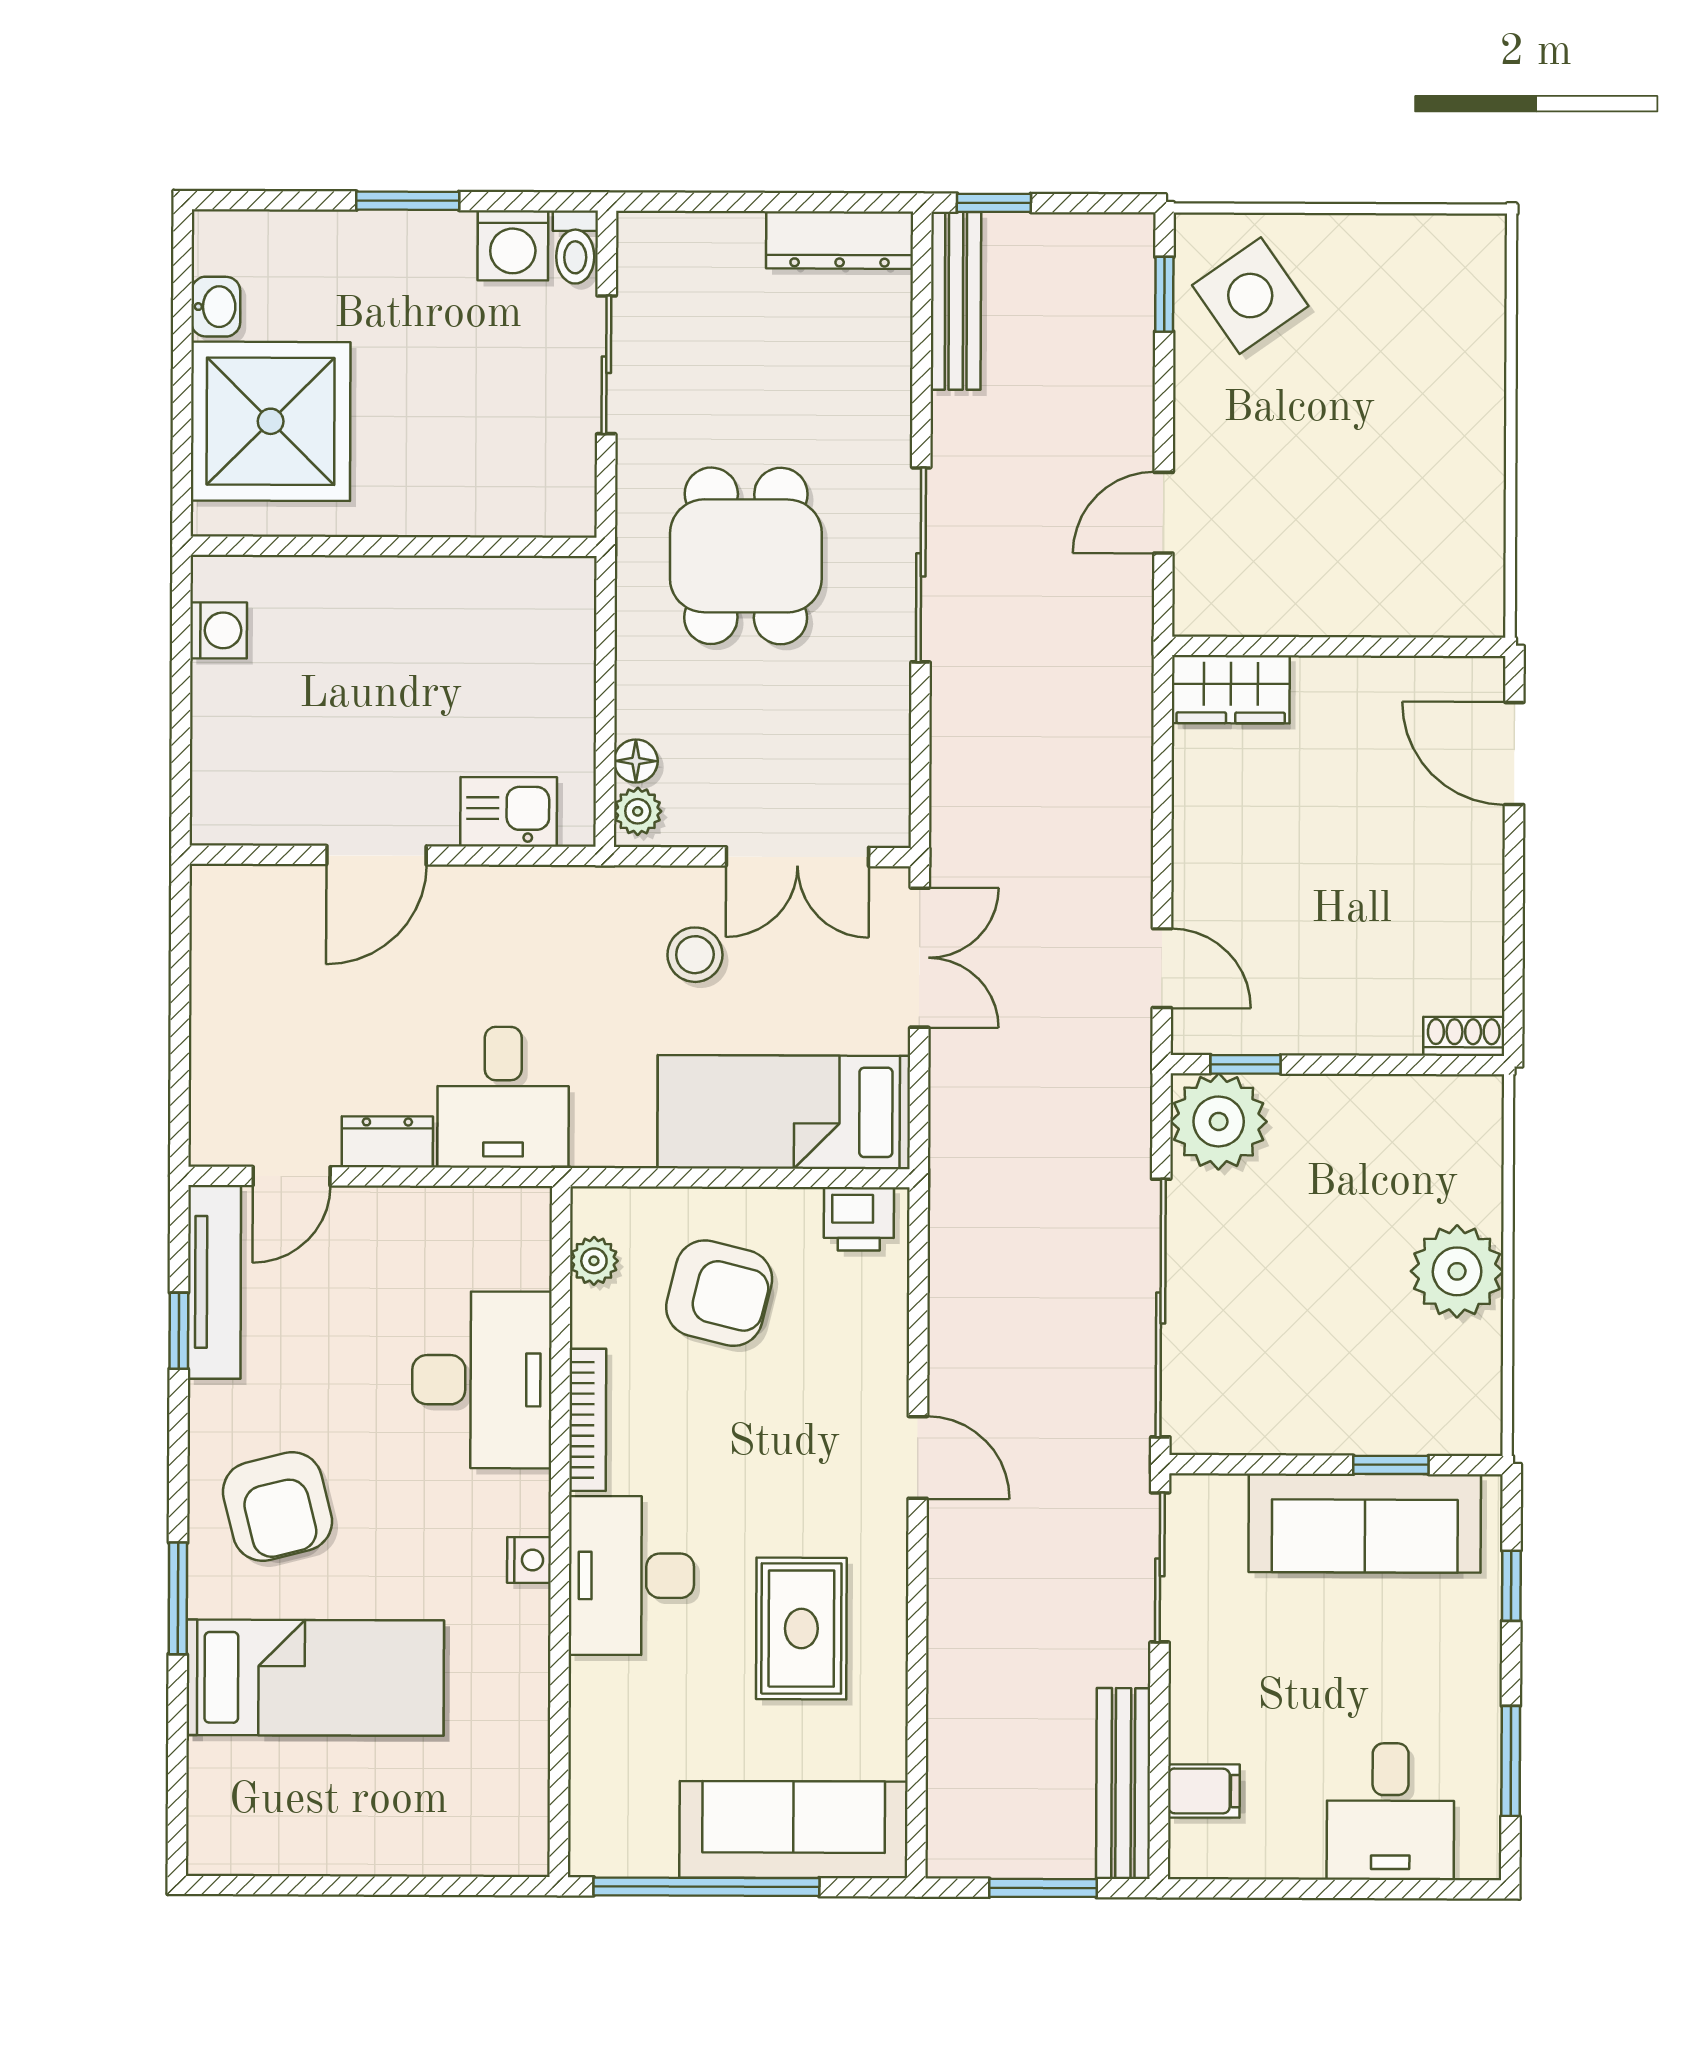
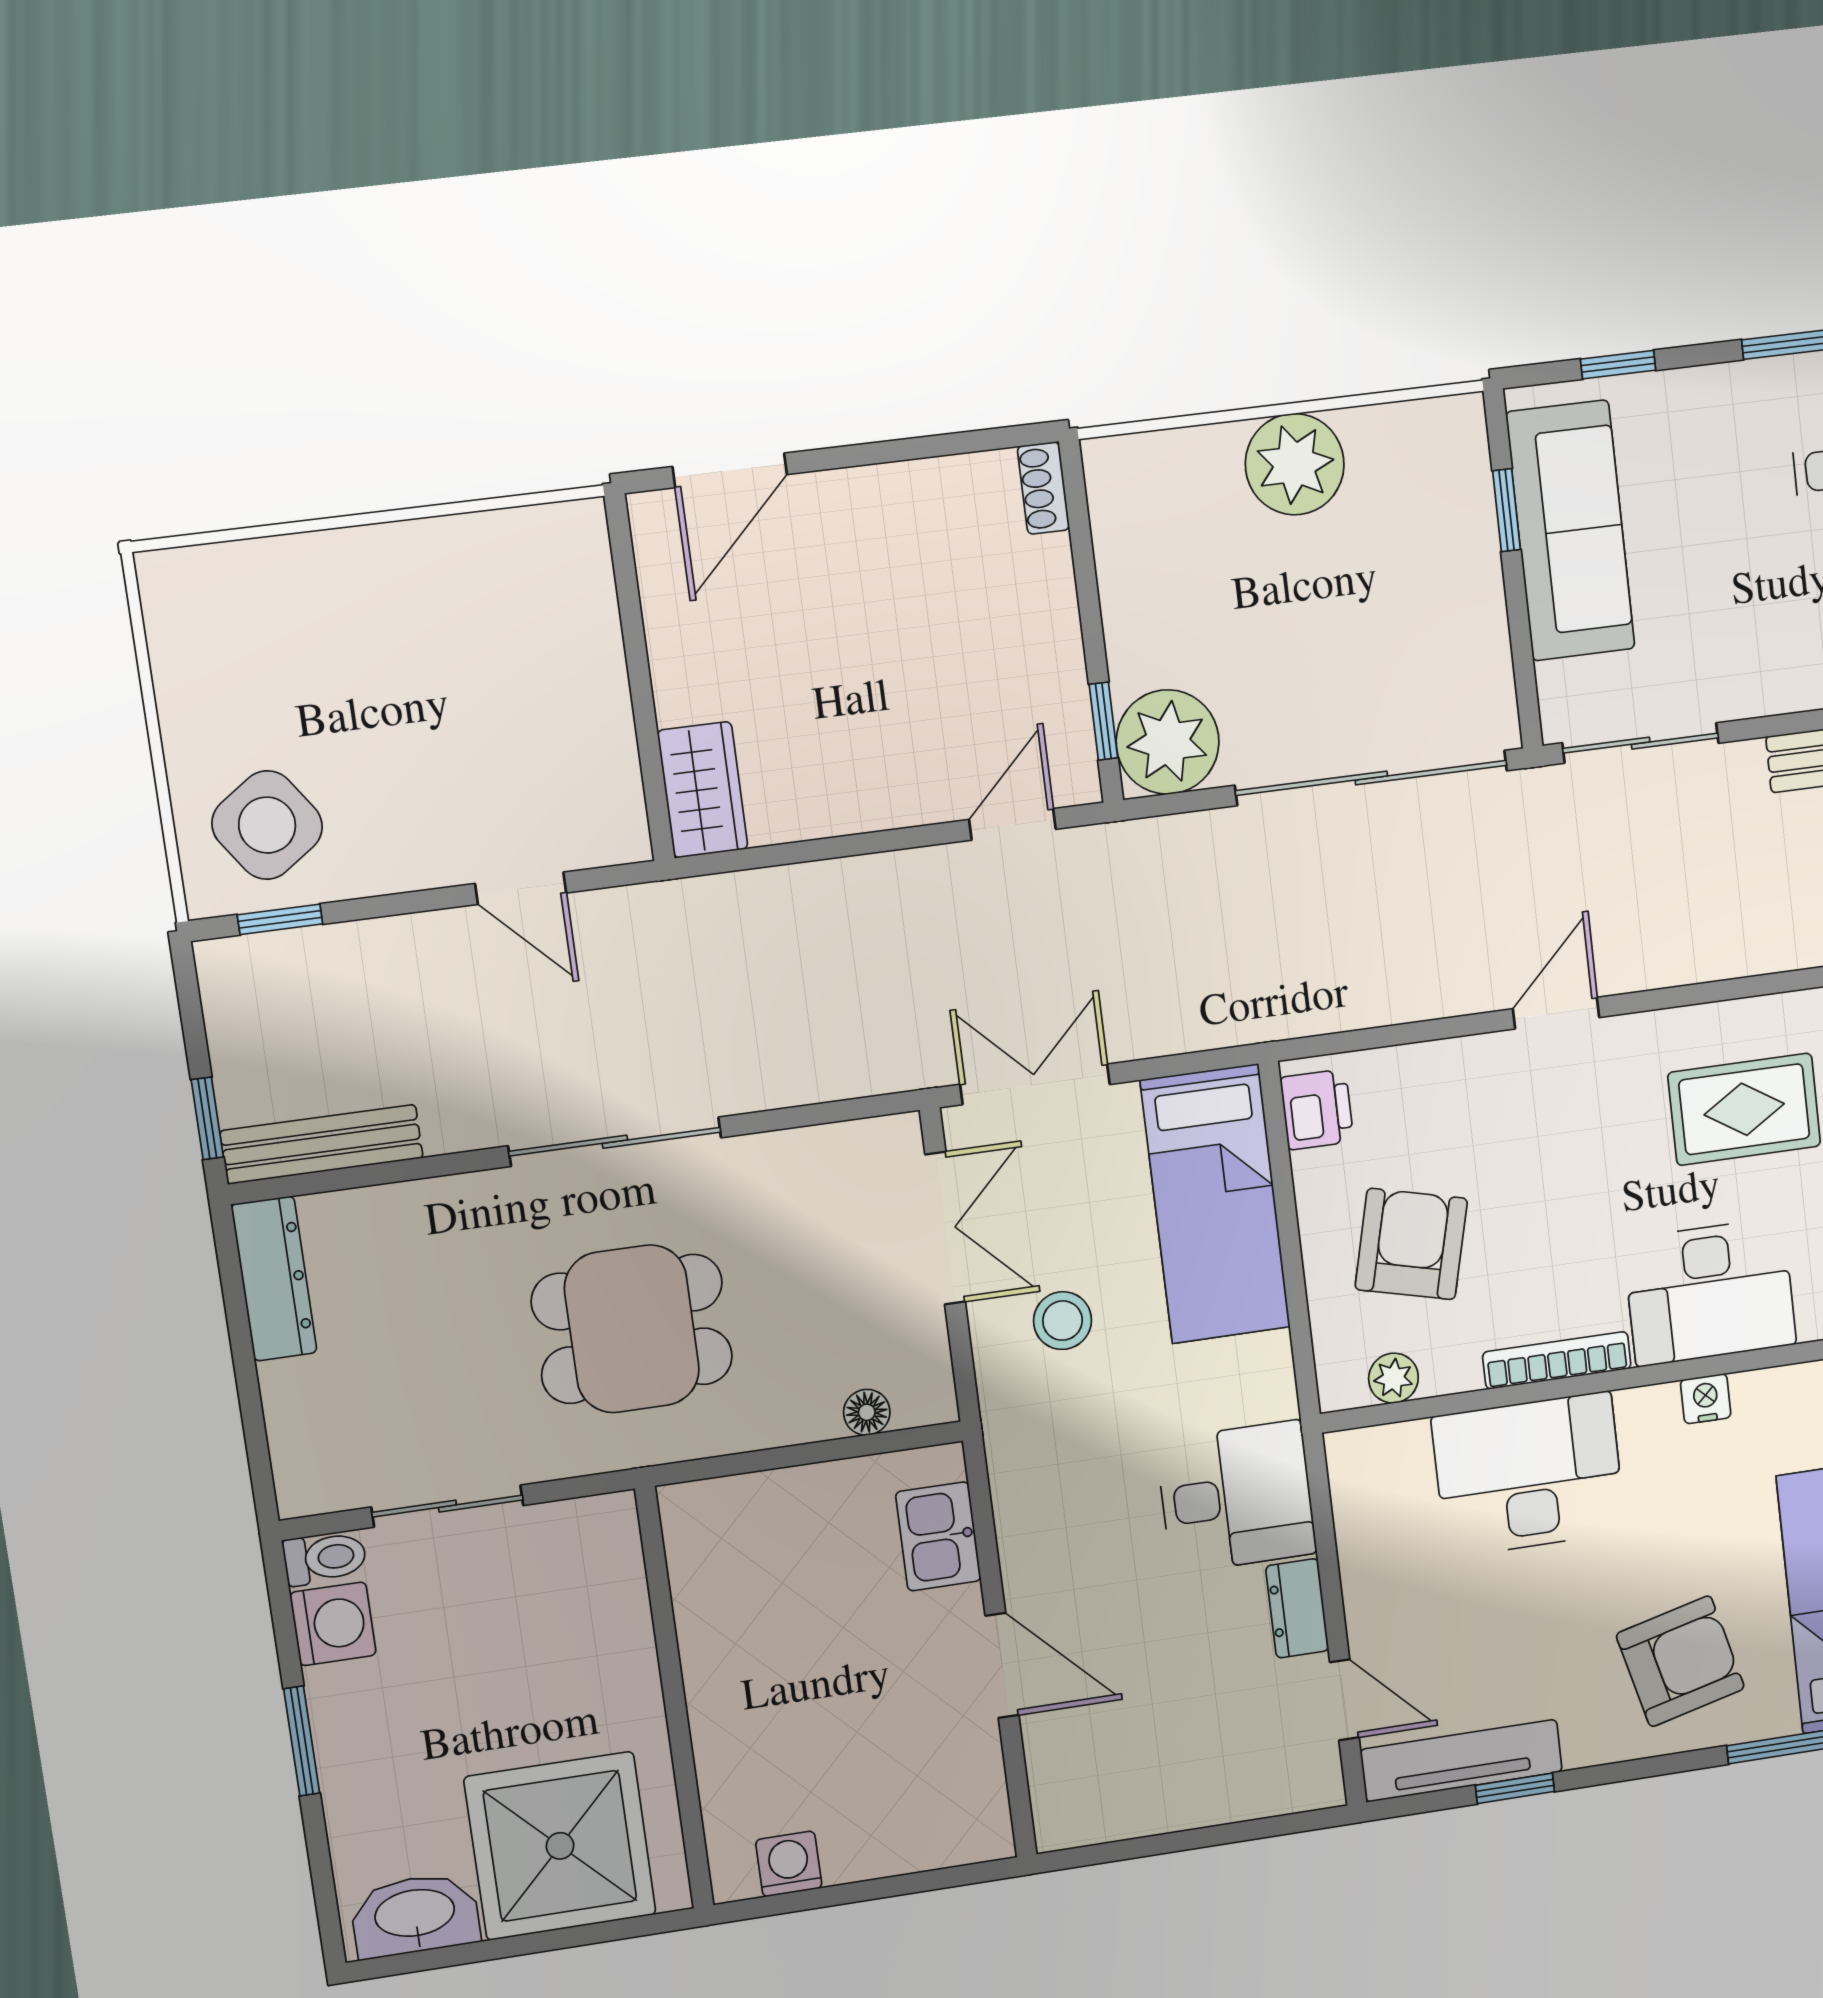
washbasin: (216, 307) -> (415, 1915), width x1.91, depth x1.45
plant: (638, 811) -> (920, 1402), removed

